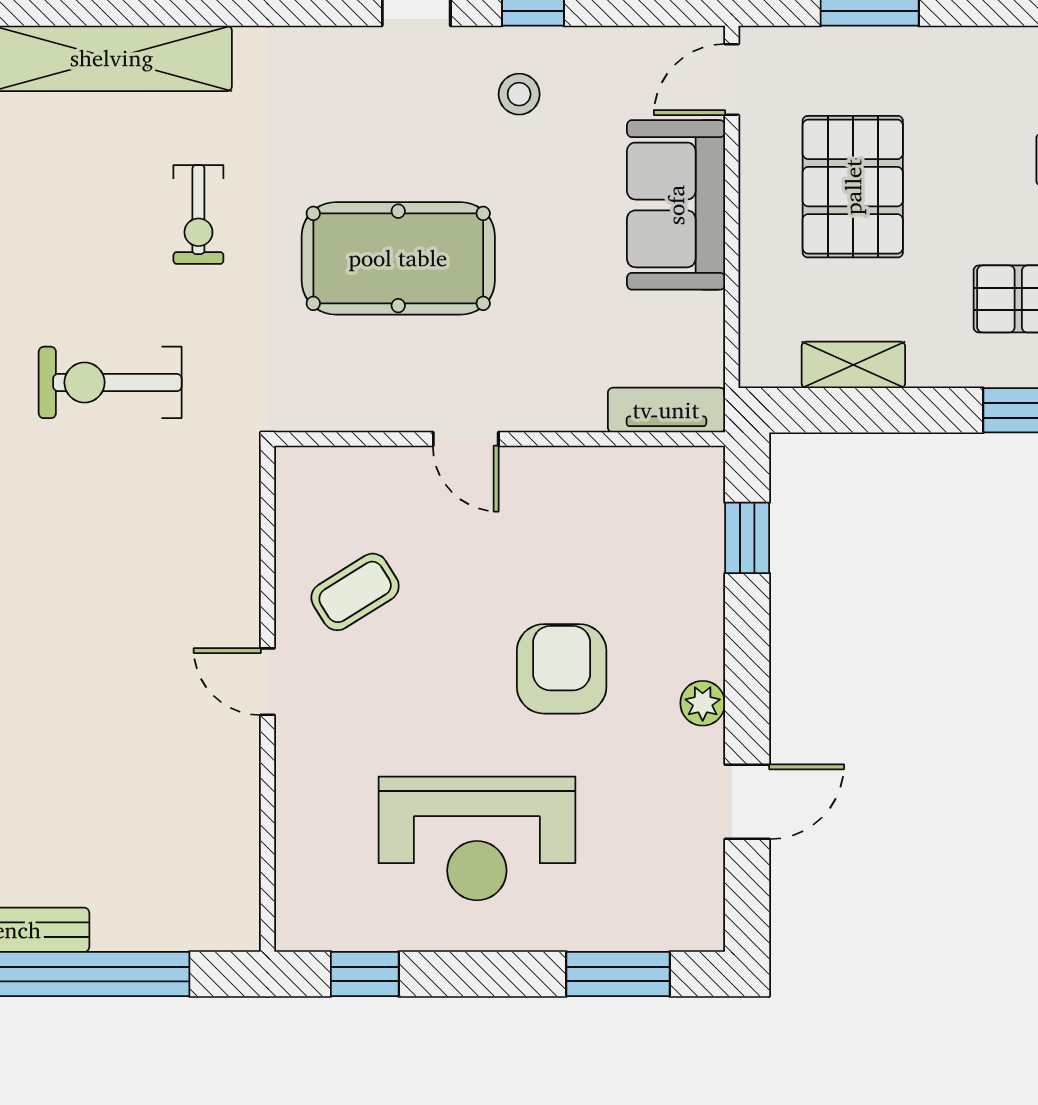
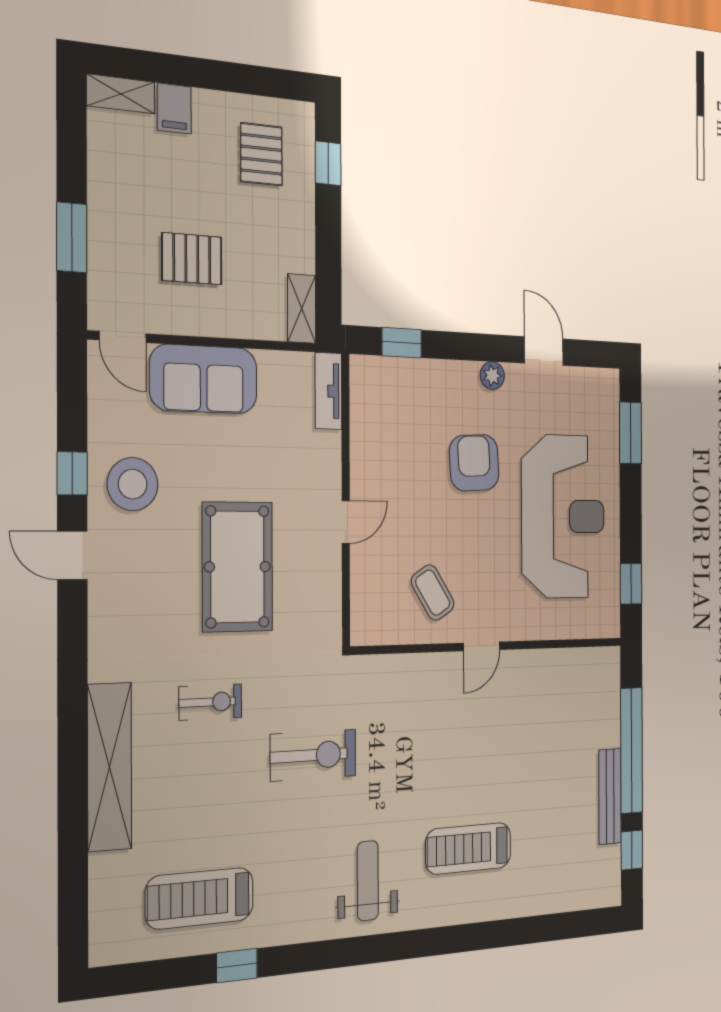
stool: (519, 94) -> (133, 484), width x1.89, depth x1.89
pallet: (853, 187) -> (192, 259), width x0.67, depth x0.71
shelving: (853, 365) -> (302, 309), moved
exercise bike: (110, 382) -> (313, 755), turned -90
armchair: (562, 669) -> (474, 463), turned 87
reception desk: (477, 838) -> (563, 516), width x1.36, depth x1.30

